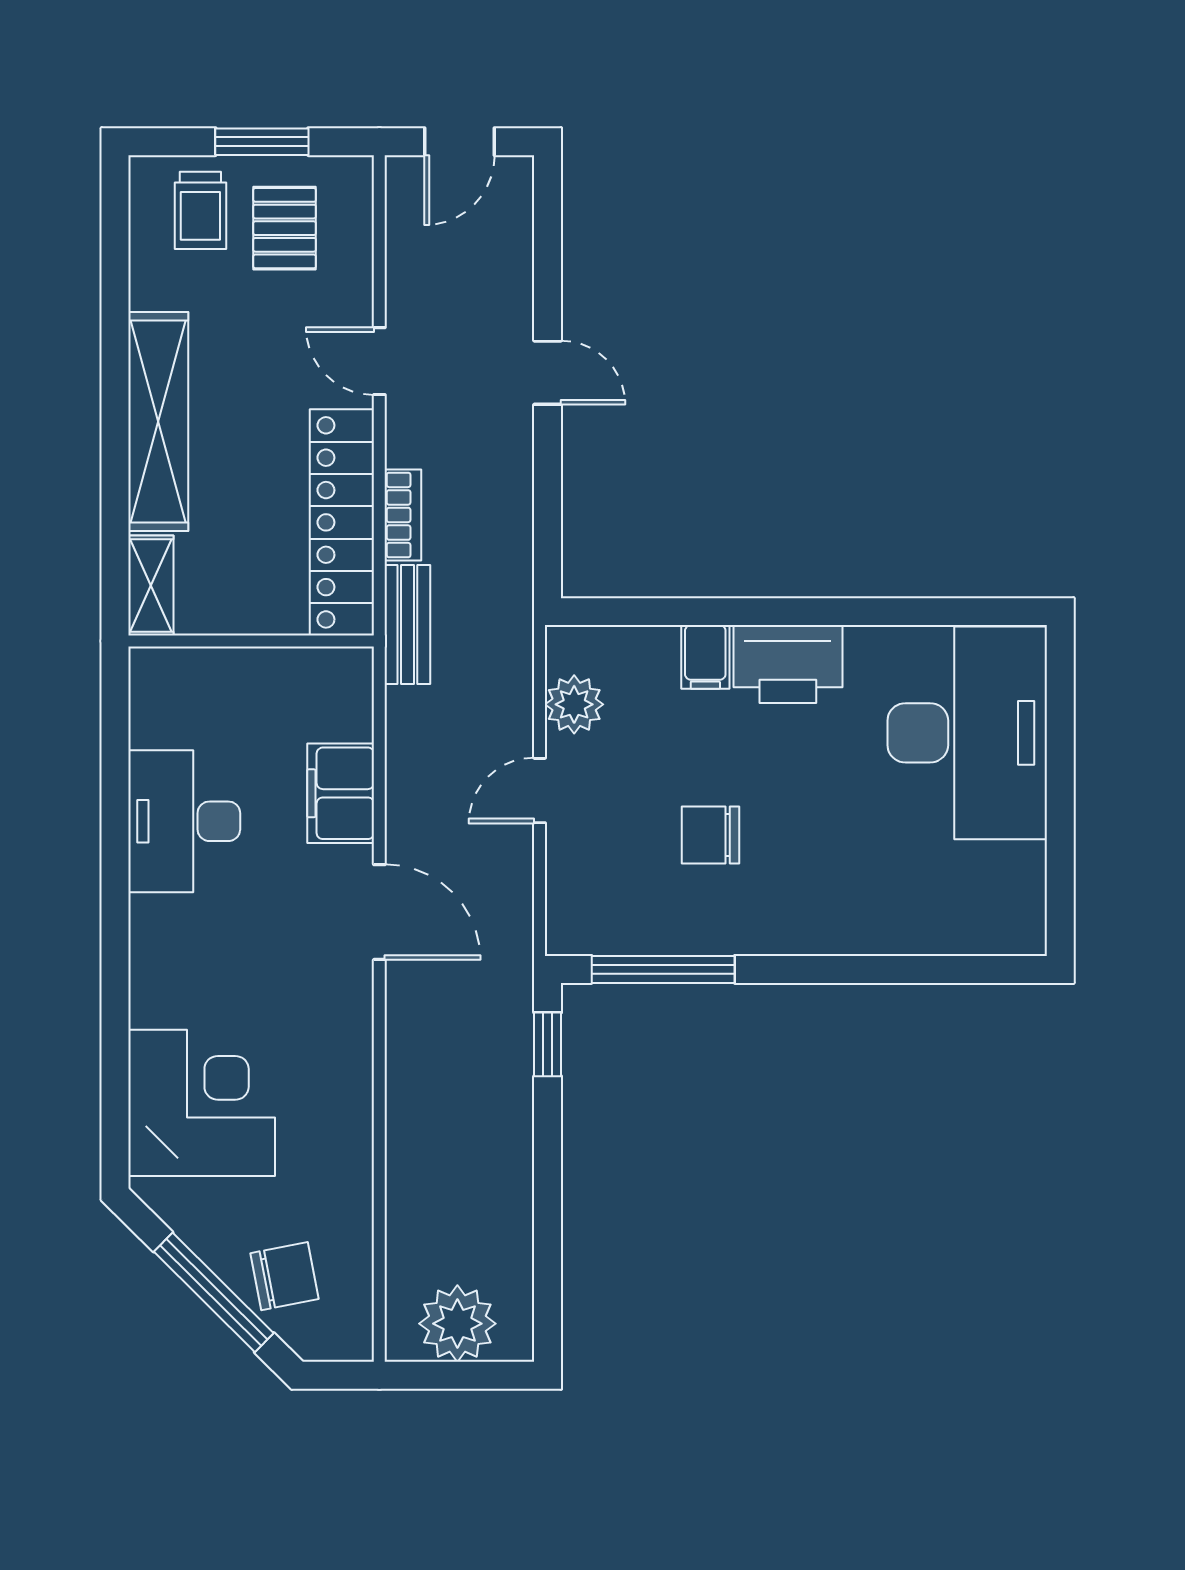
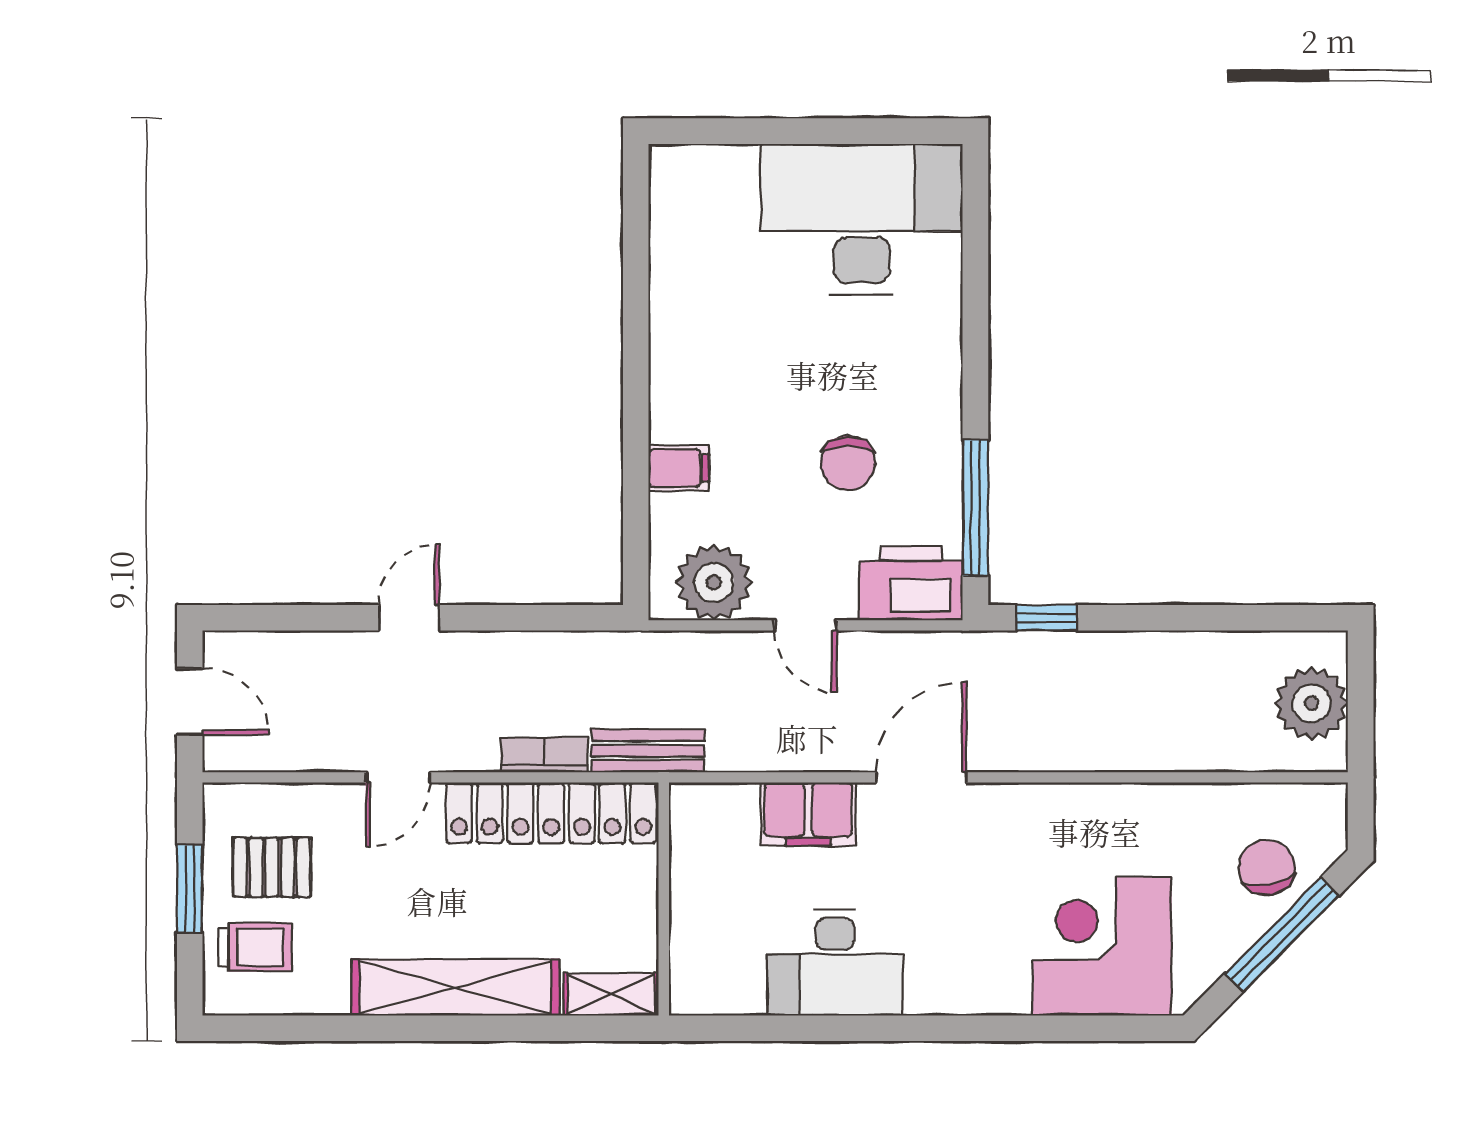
printer: (788, 664) -> (911, 583), moved, turned -90
plant: (574, 704) -> (714, 582), width x1.36, depth x1.36
desk: (967, 733) -> (862, 219), moved

